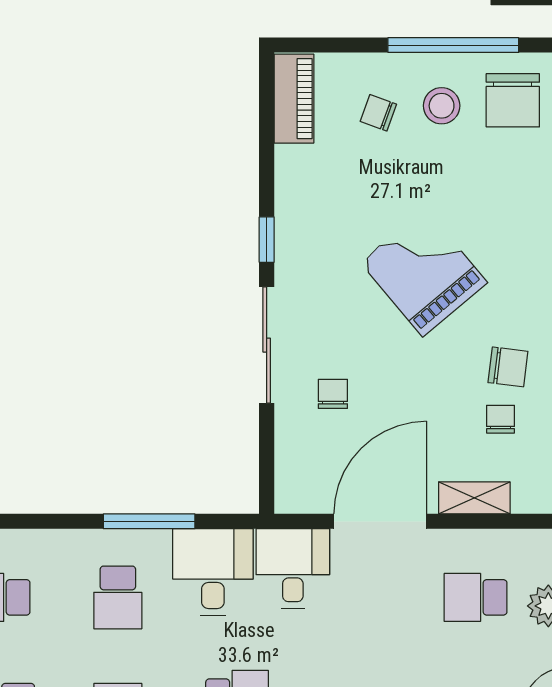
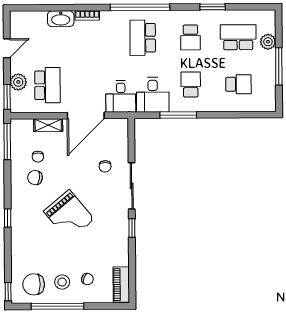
chair: (513, 100) -> (34, 284), turned -90
school desk: (476, 597) -> (47, 85), width x1.85

